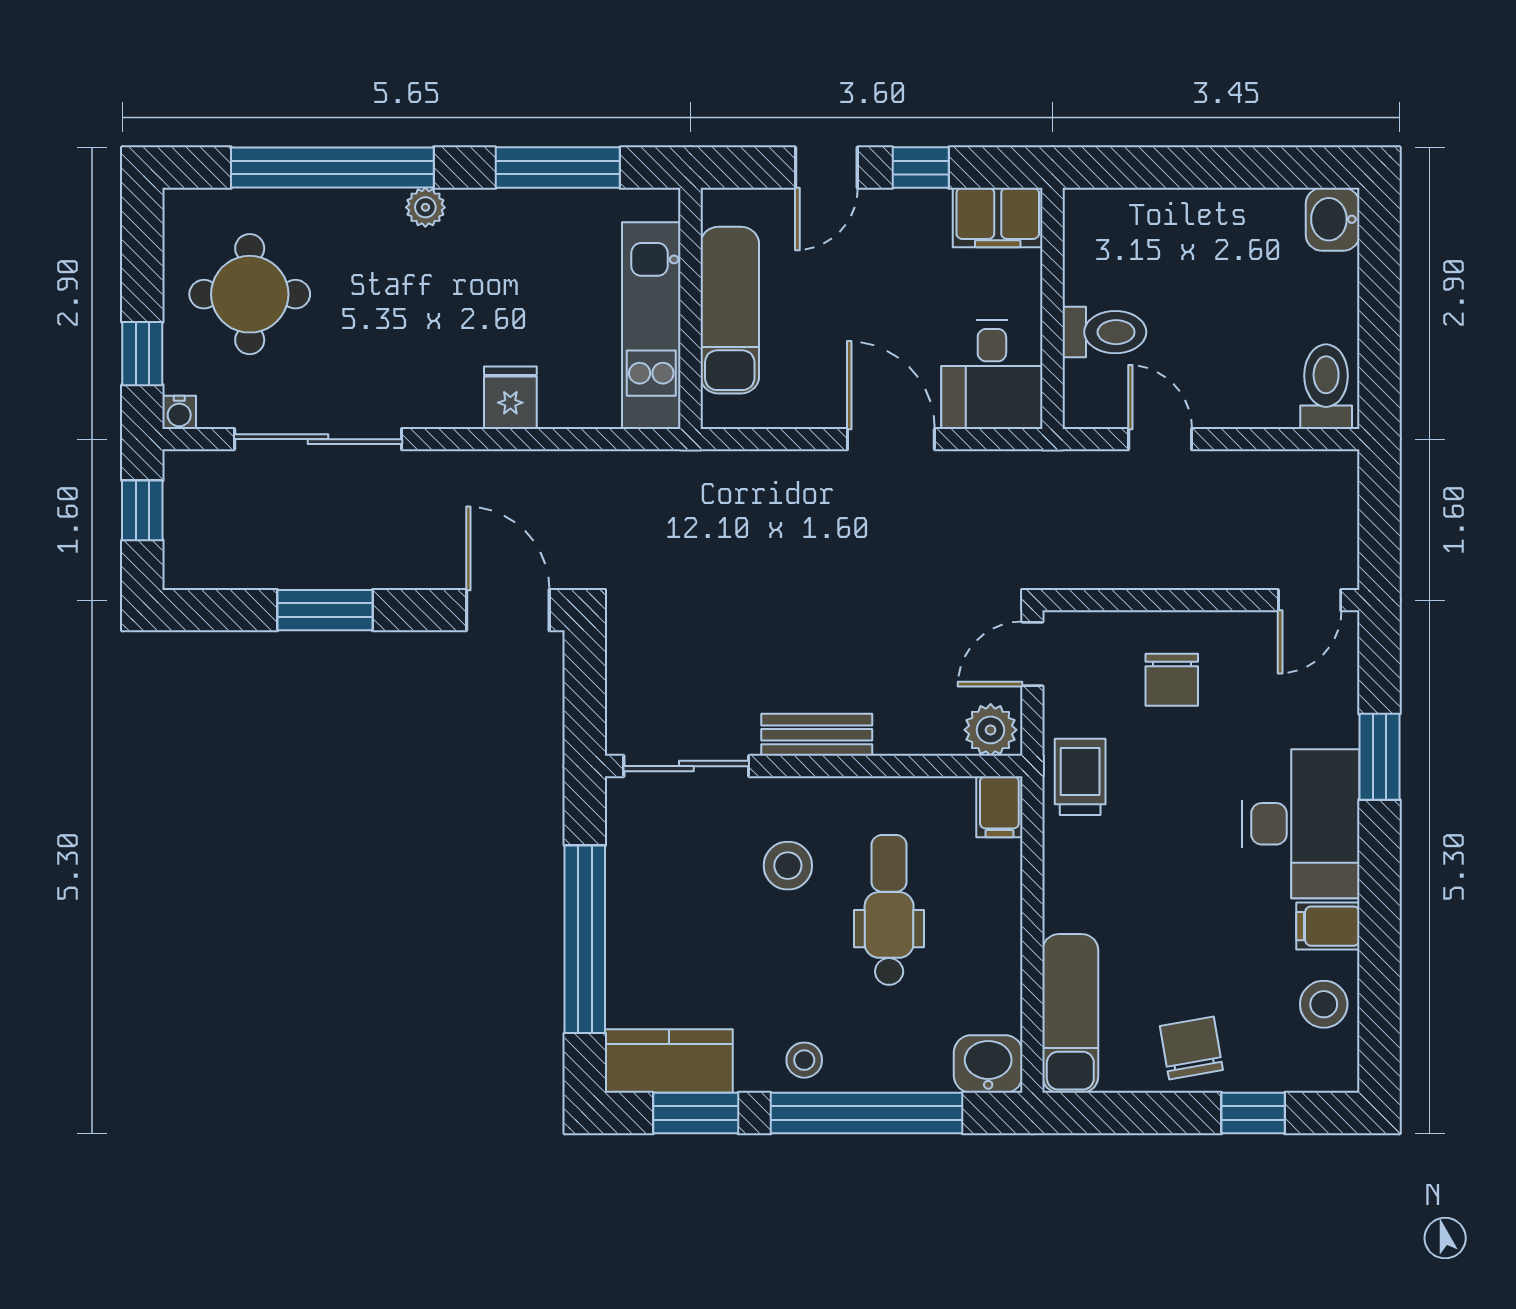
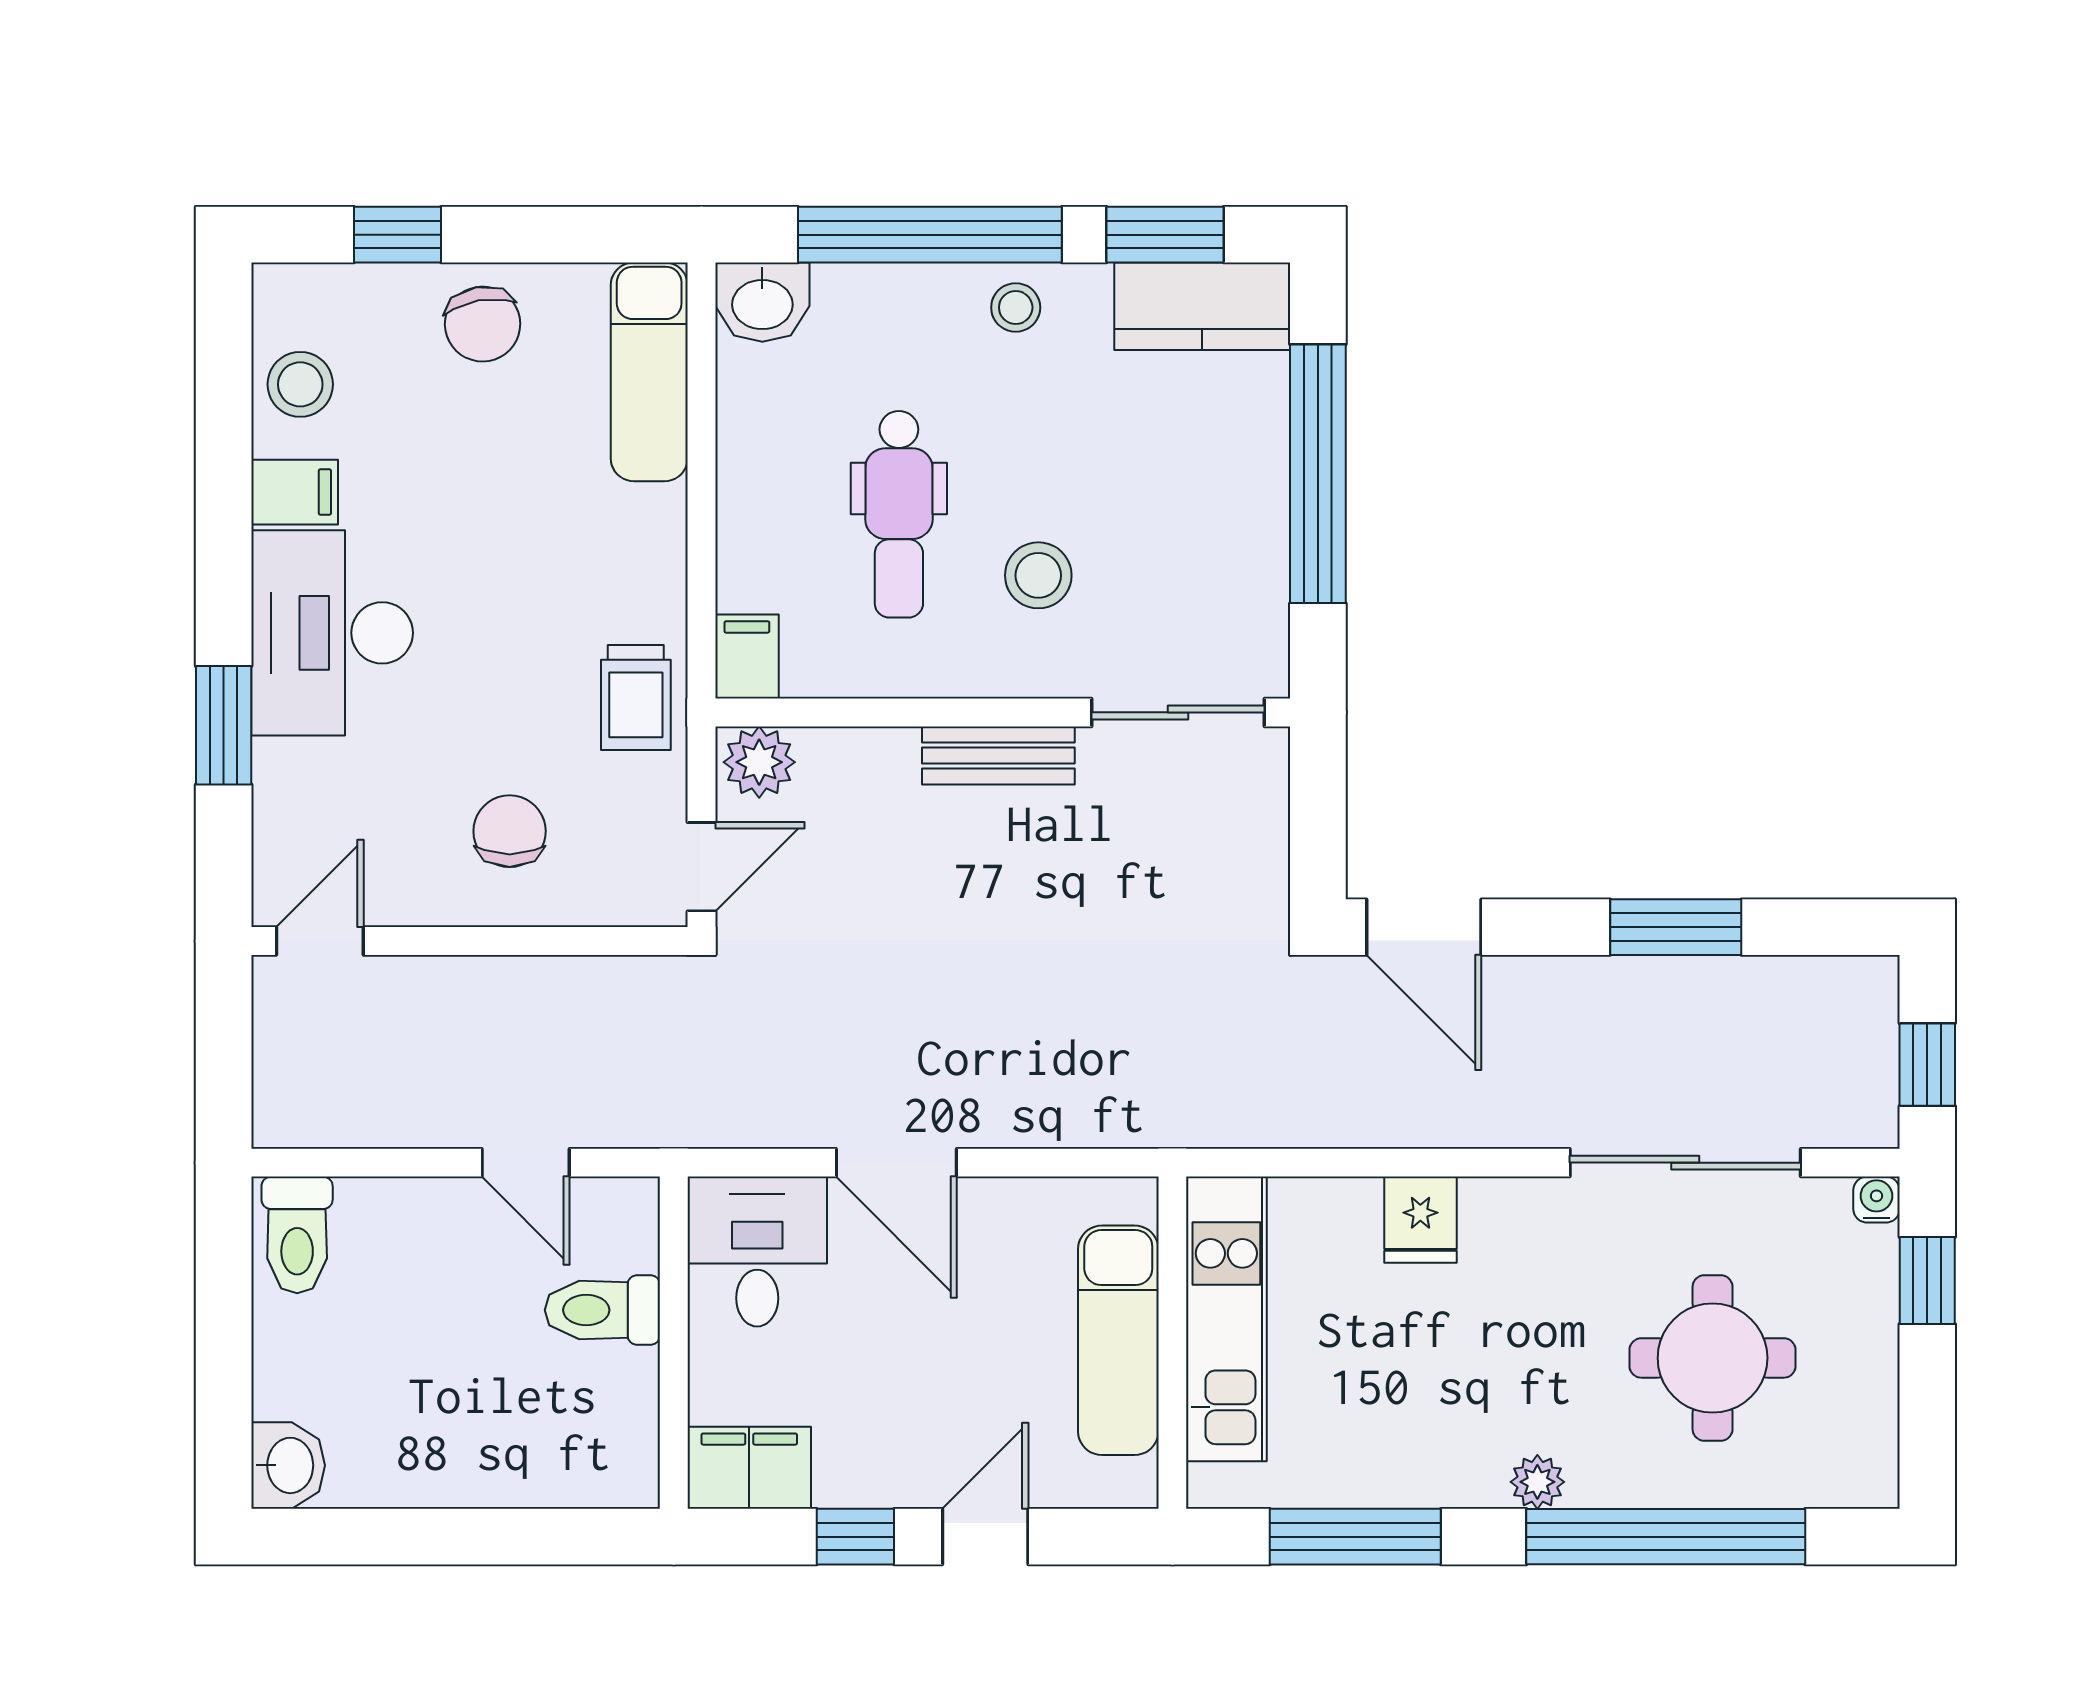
round table: (250, 294) -> (1713, 1358), moved

